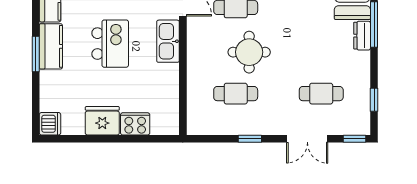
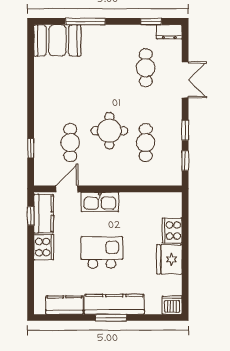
dresser: (362, 36) -> (169, 32), moved
kitchen counter: (51, 46) -> (114, 304), width x1.50
window: (355, 139) -> (185, 161), moved

